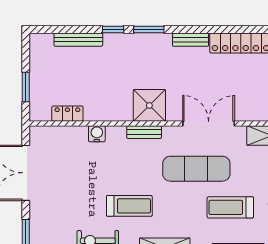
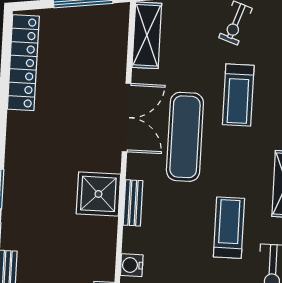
bench: (191, 40) -> (15, 135), removed
double door: (209, 123) -> (126, 117), swing flipped

